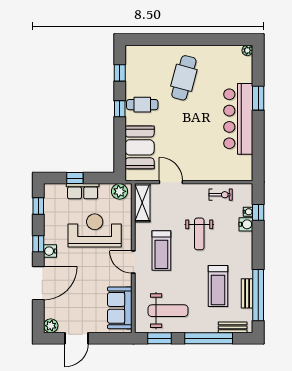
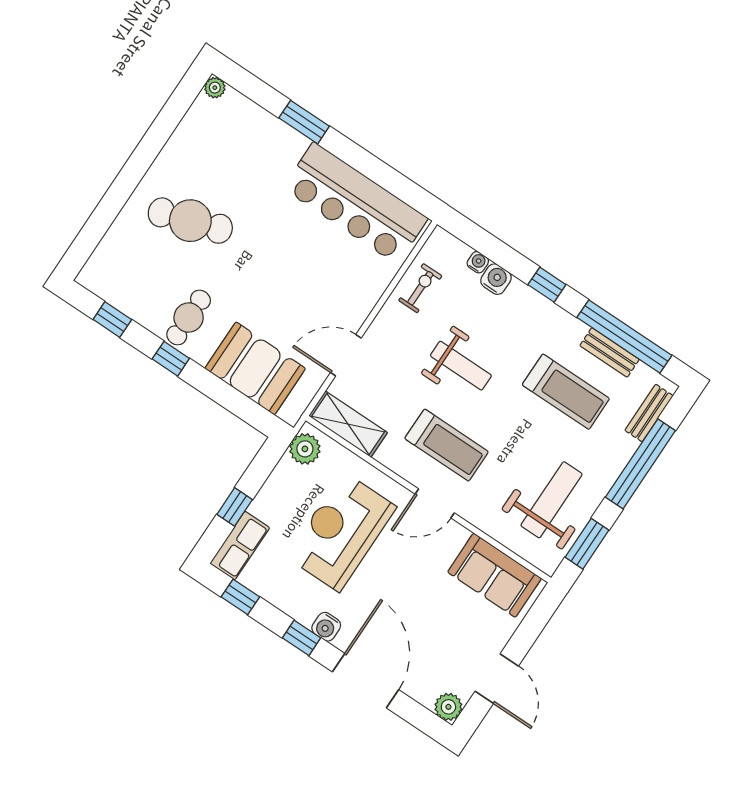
cafe table: (184, 78) -> (190, 221), turned -33
bar counter: (238, 119) -> (355, 203), moved
row of seats: (83, 191) -> (240, 546), moved
window: (258, 212) -> (547, 285), moved

